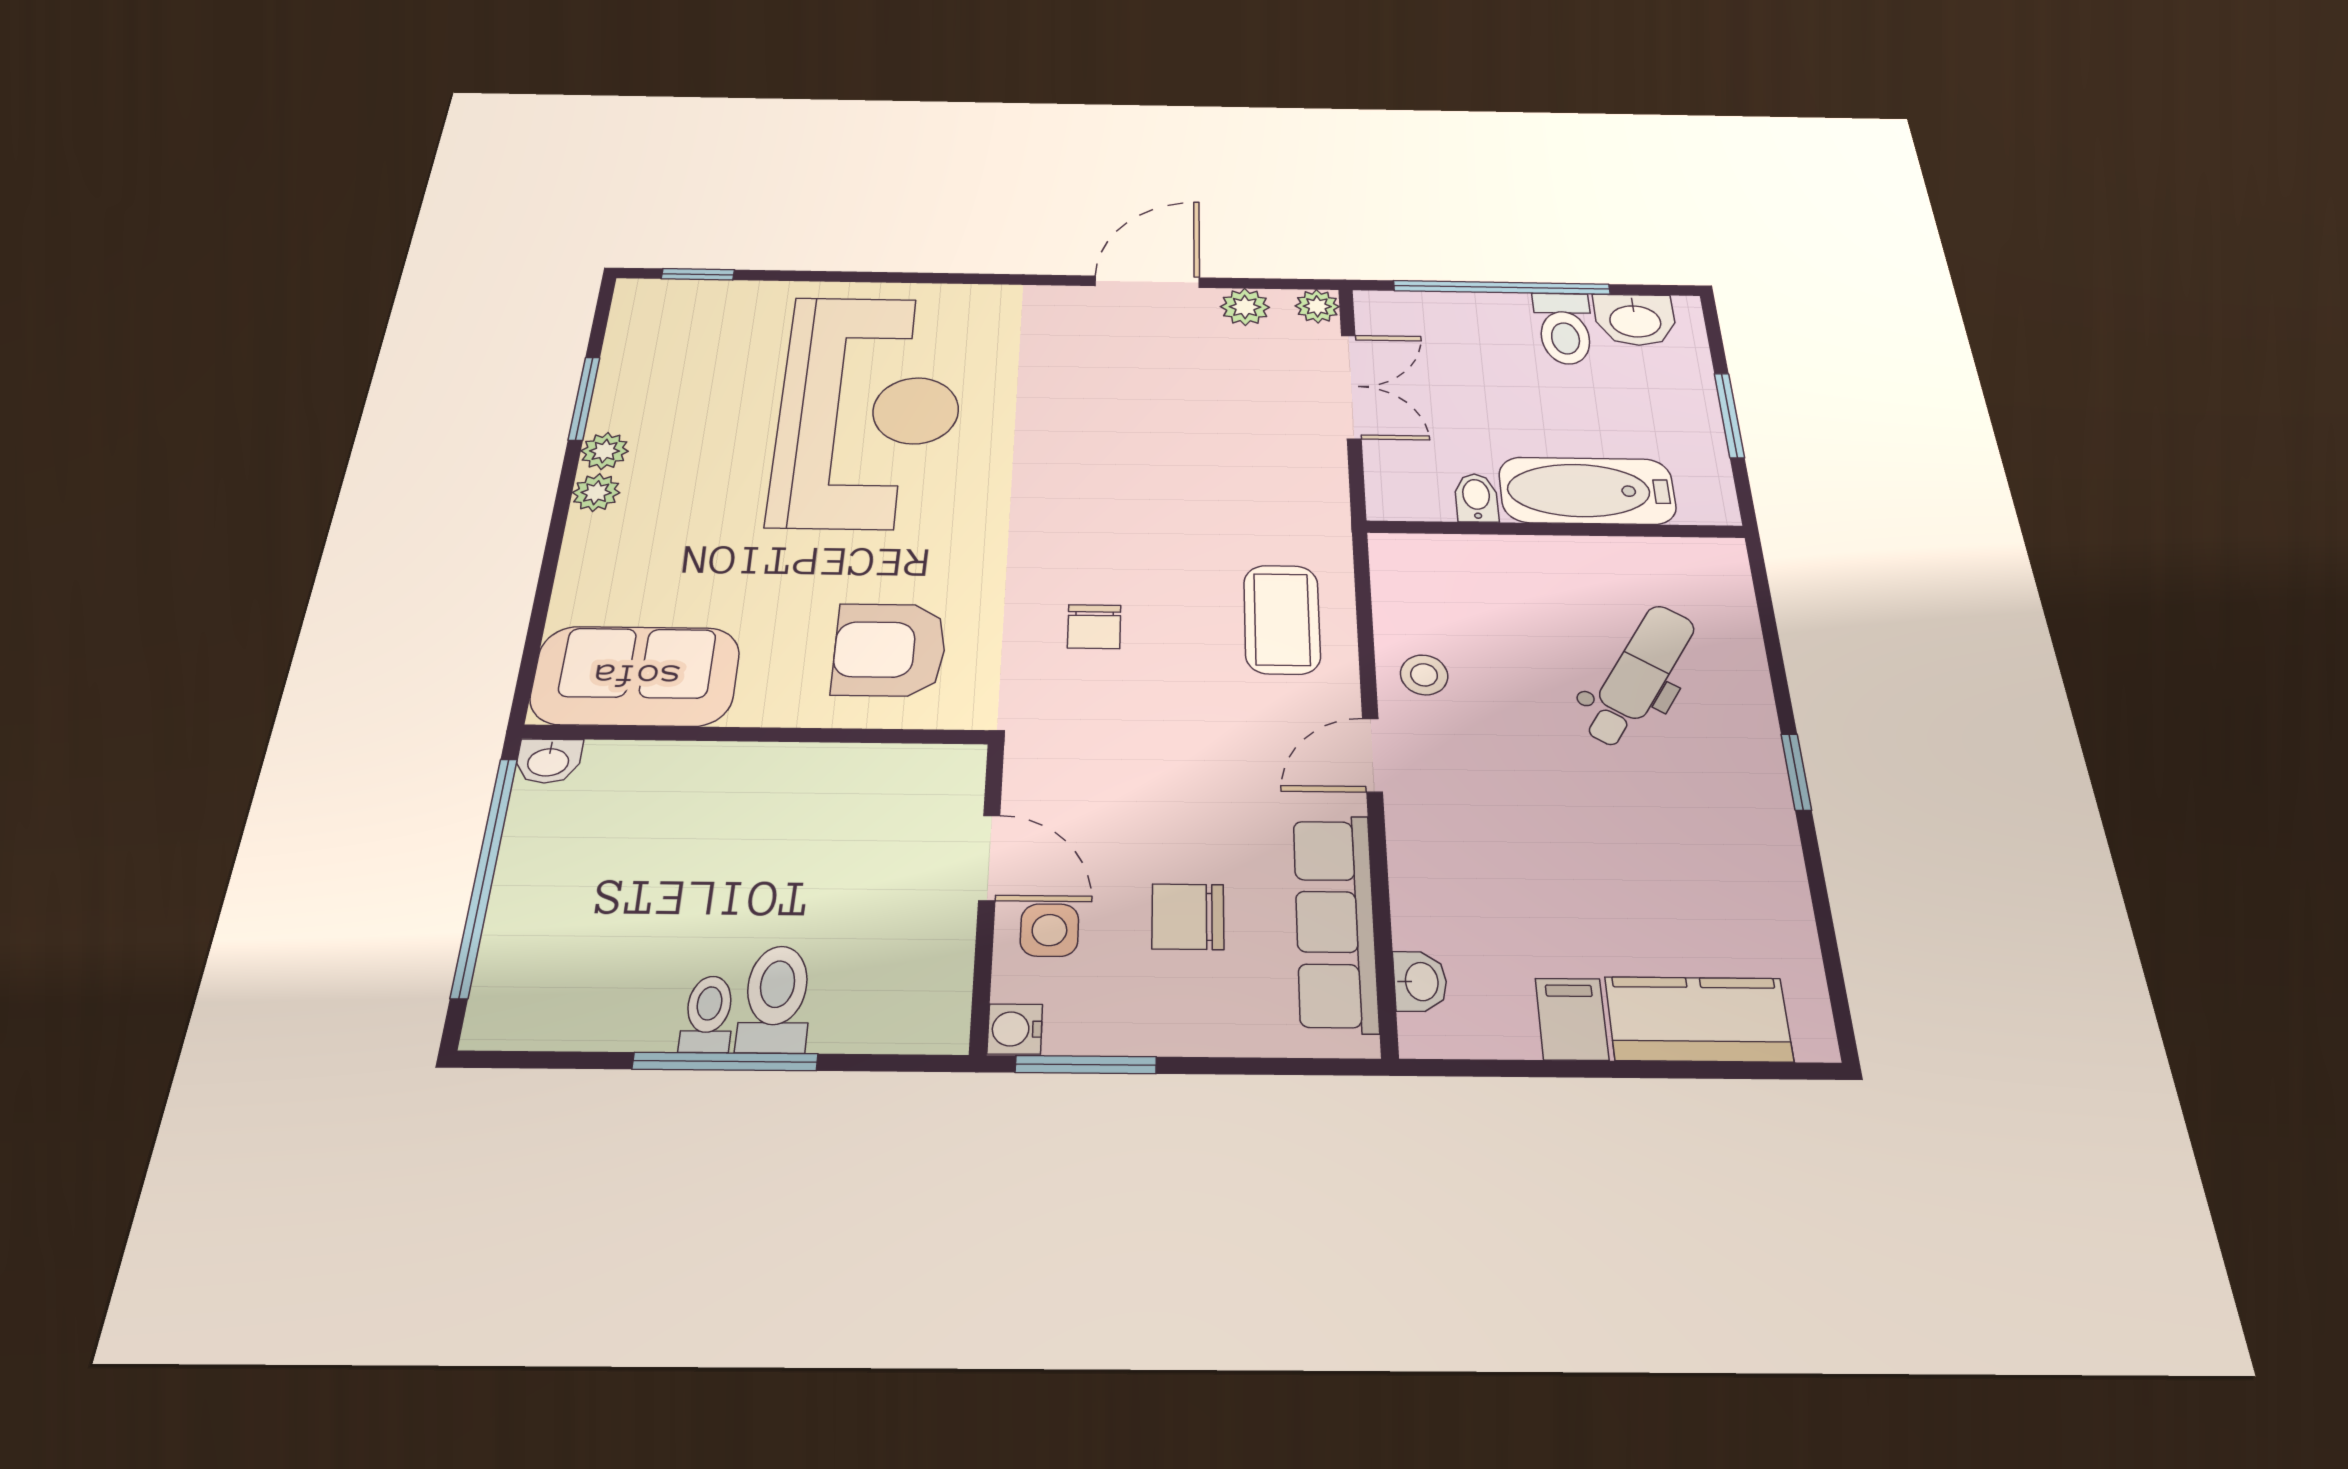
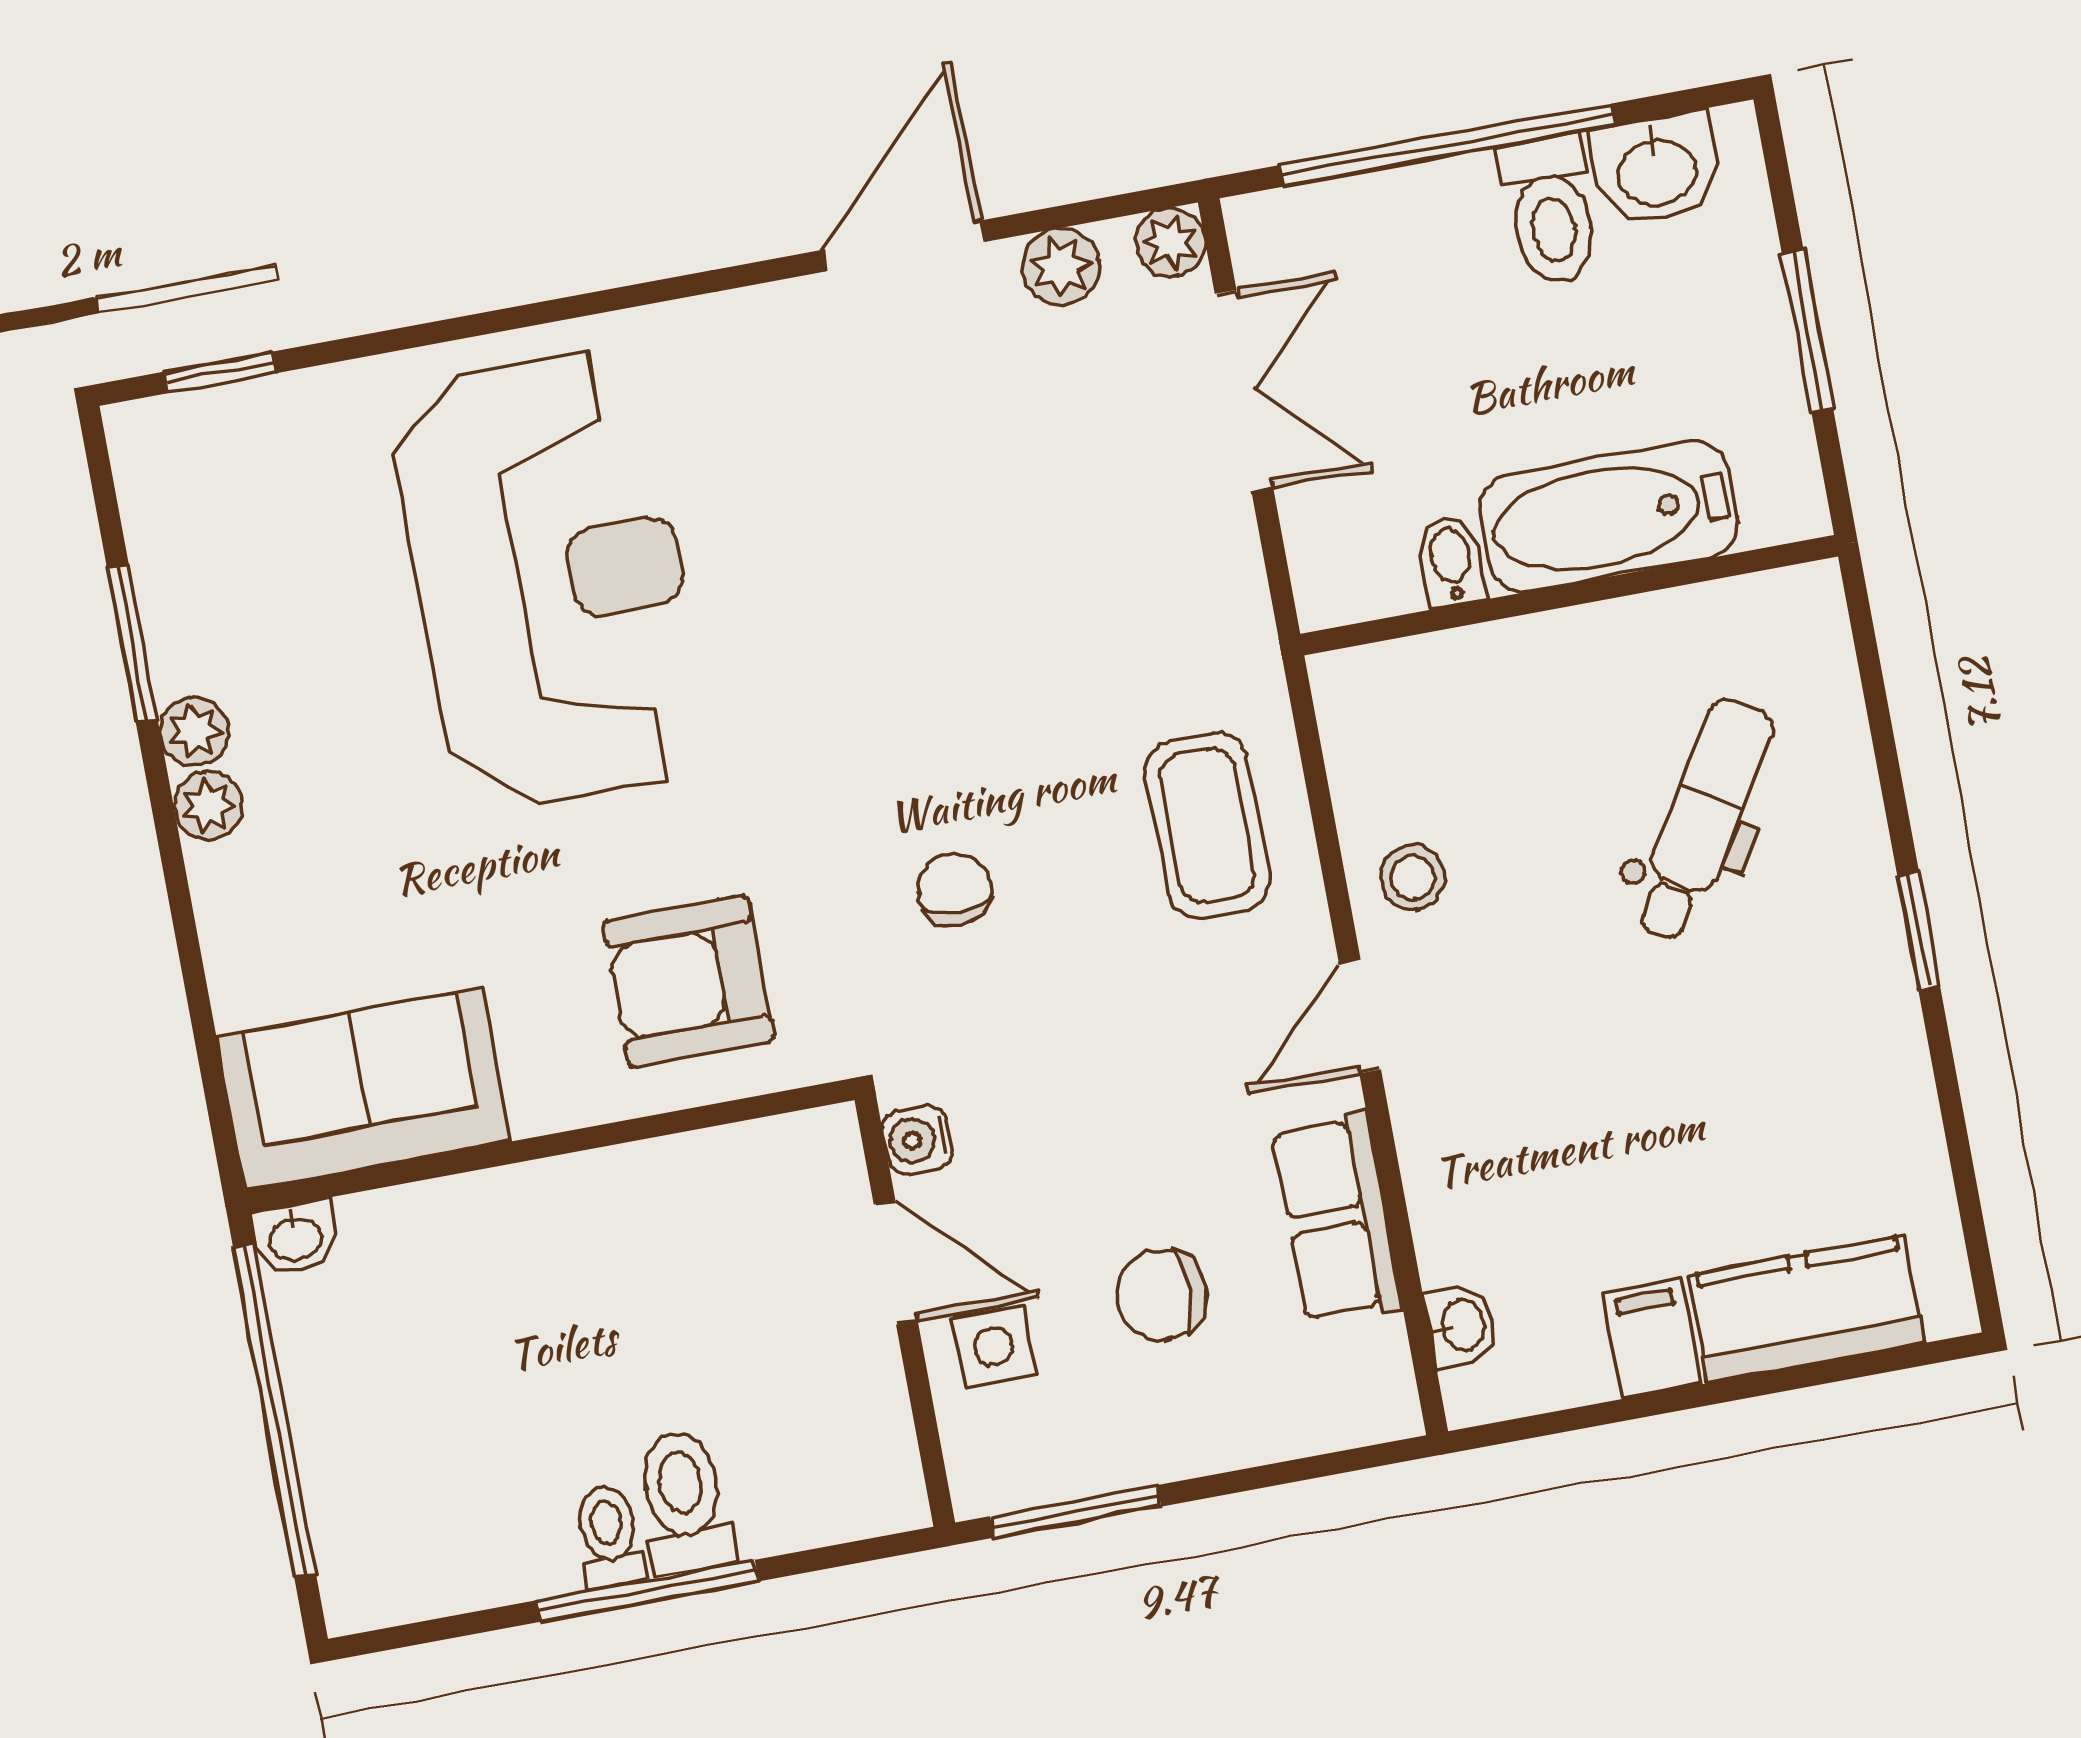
chair: (1094, 627) -> (955, 889), turned 180
row of seats: (1335, 922) -> (1337, 1218), width x0.68
water cooler: (1015, 1029) -> (917, 1140), moved

